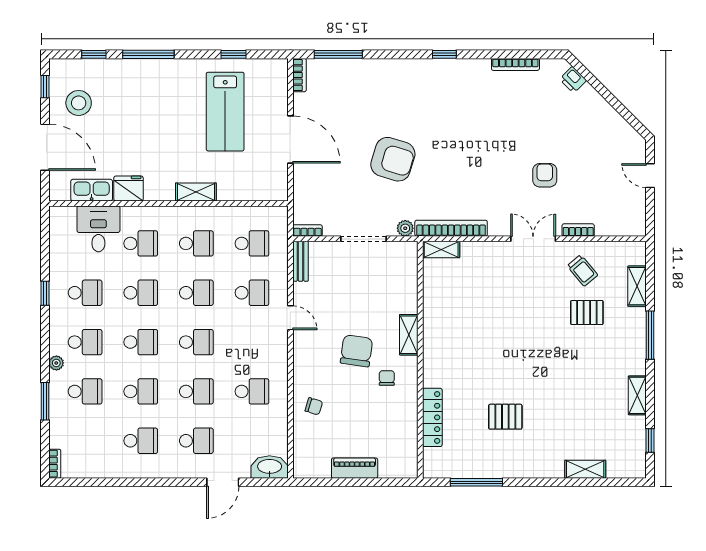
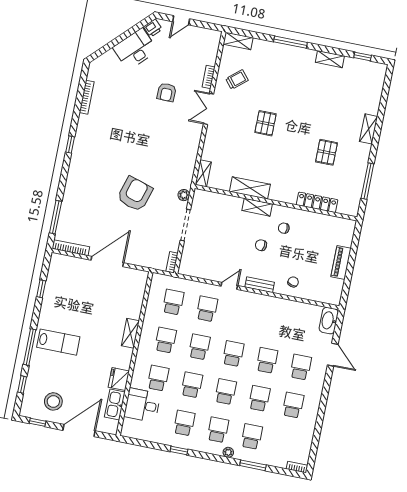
bookcase: (300, 75) -> (71, 248), width x1.56
printer: (573, 80) -> (153, 28), moved
lab bench: (225, 112) -> (58, 342), moved, width x0.73, depth x0.72
desk: (597, 119) -> (135, 49), added
armchair: (545, 175) -> (167, 92), turned -89
bookcase: (451, 228) -> (190, 164), removed
bench: (301, 261) -> (260, 285), moved
shelving: (637, 286) -> (238, 41), moved
pallet: (587, 313) -> (265, 123), moved
shelving: (434, 319) -> (250, 188), added
chair: (356, 351) -> (261, 245), width x0.54, depth x0.54
school desk: (252, 391) -> (274, 322), removed
shelving: (585, 469) -> (369, 129), moved

